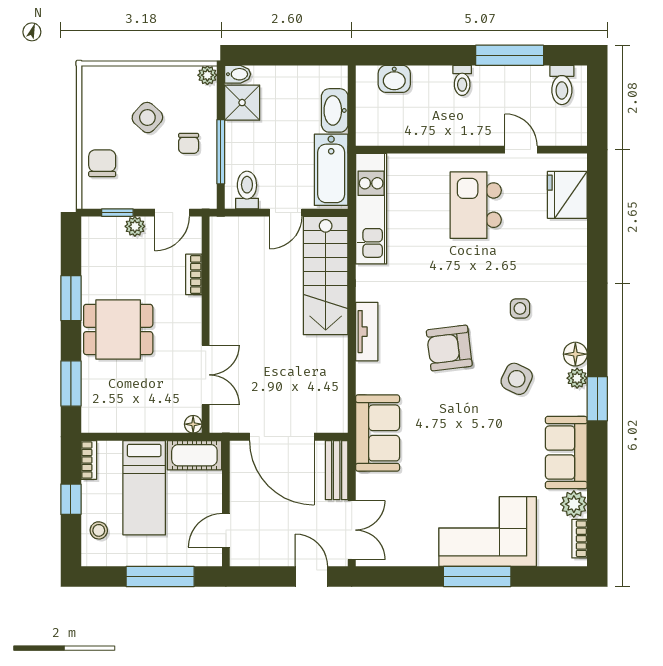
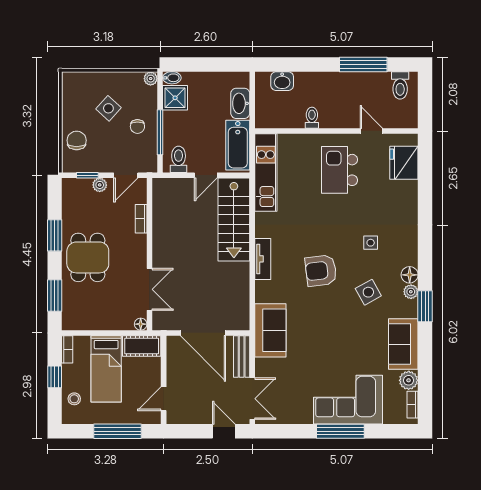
toilet: (462, 80) -> (312, 118), moved, turned 180
dining table: (118, 329) -> (88, 257), turned 90
side table: (517, 379) -> (368, 292), turned 35

